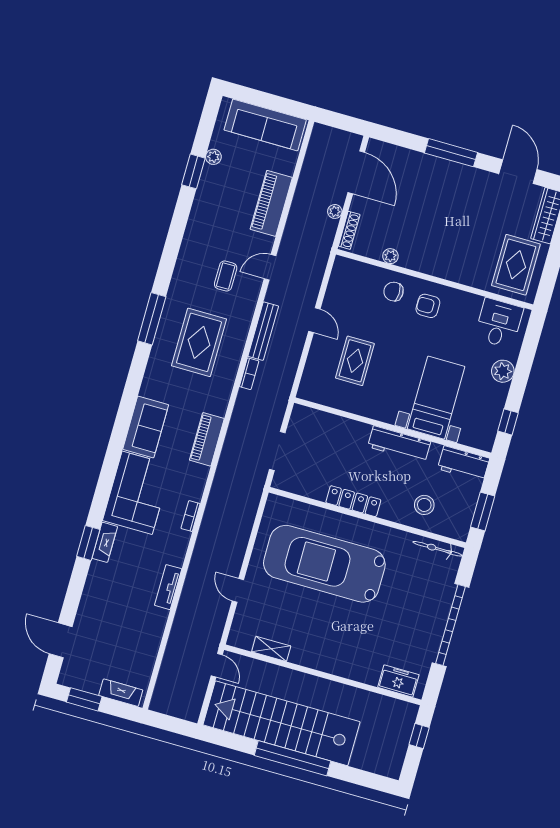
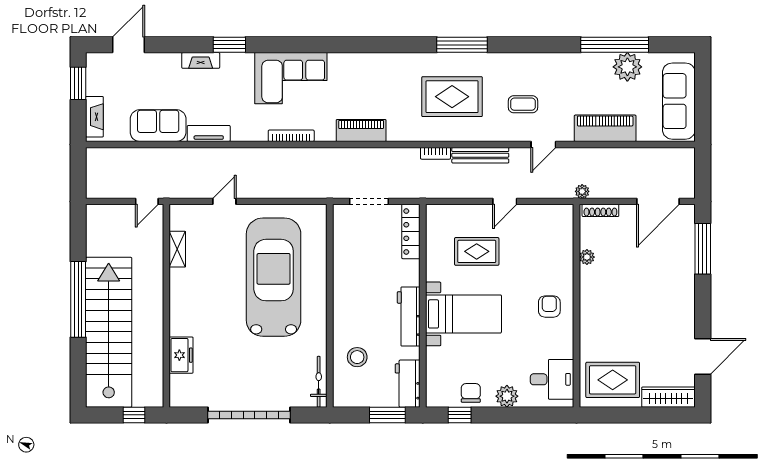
window: (451, 153) -> (703, 249), moved
plant: (213, 157) -> (627, 67), width x1.88, depth x1.88
window: (193, 171) -> (615, 45), width x2.11
plant: (335, 211) -> (582, 191), moved
door: (270, 267) -> (543, 144), swing flipped
chair: (394, 292) -> (471, 393), moved
bed with nightstands: (436, 398) -> (463, 314), moved
sofa: (146, 427) -> (158, 126), moved, turned 180
locker: (353, 501) -> (411, 232), moved, turned 180
window: (483, 512) -> (387, 415), moved
bookcase: (191, 516) -> (291, 136), width x1.56
fireplace: (105, 542) -> (201, 60), moved
freezer: (398, 681) -> (181, 355), moved
stairs: (281, 723) -> (109, 332), moved

